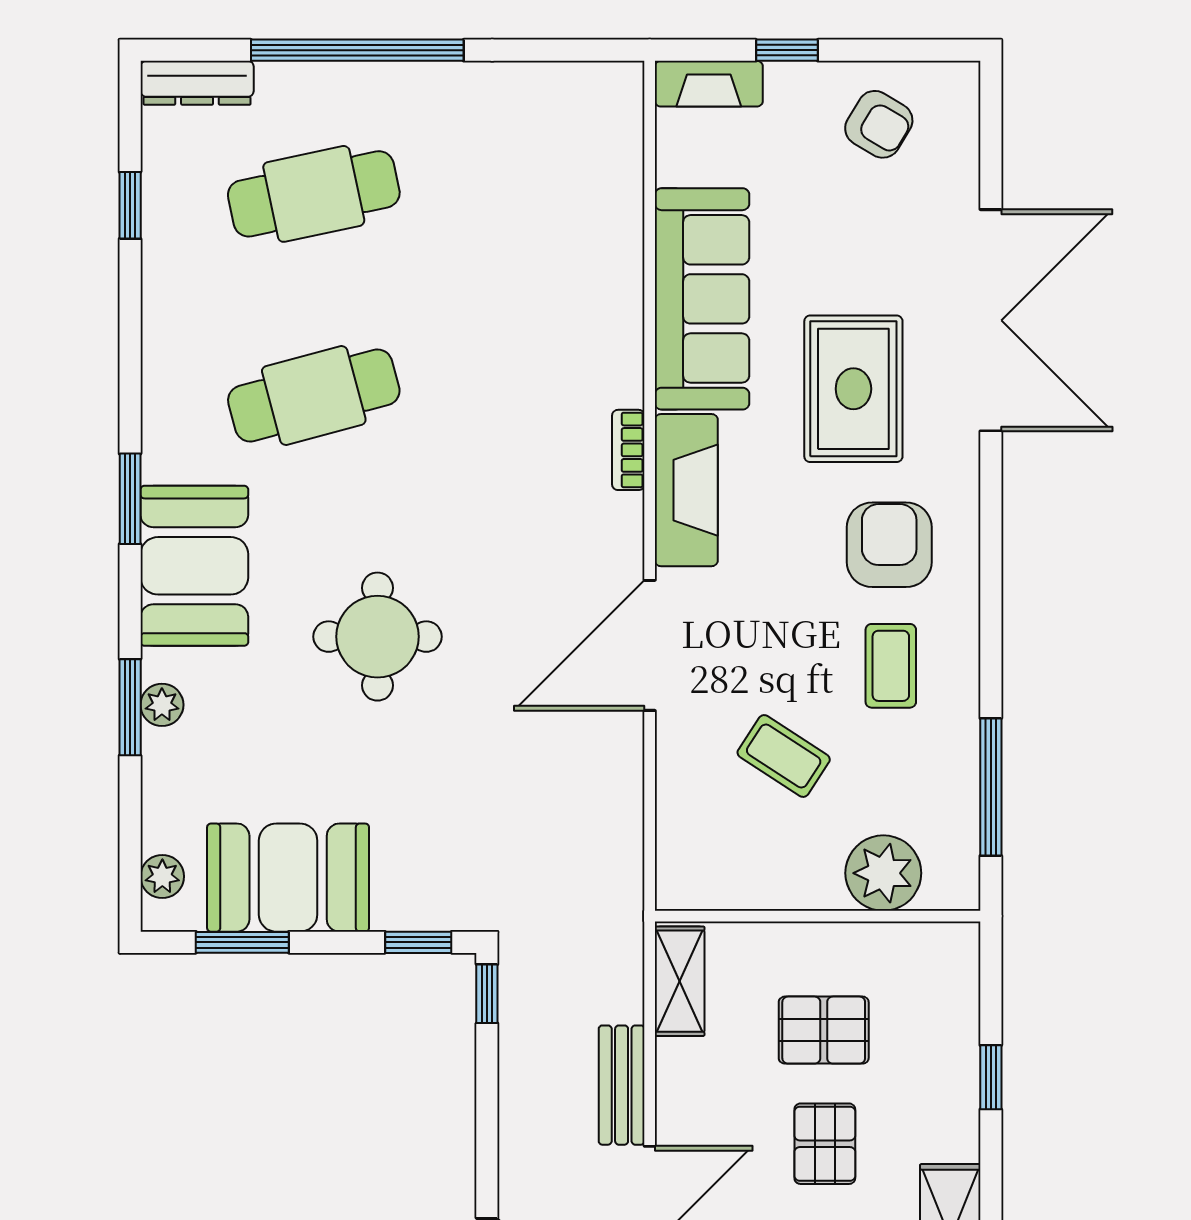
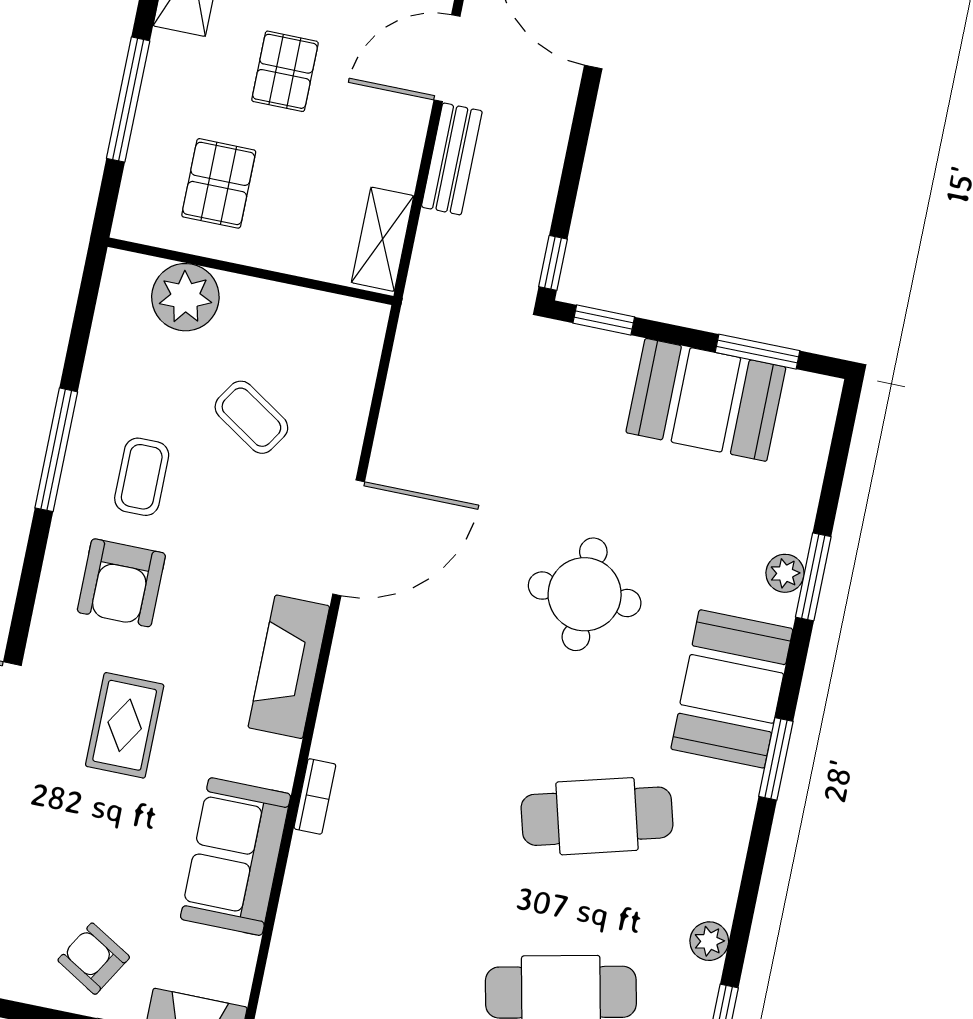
armchair: (879, 124) -> (94, 959), moved
sofa: (702, 299) -> (235, 857), width x0.73
rug: (853, 389) -> (125, 725), width x0.73, depth x0.70
bookcase: (628, 450) -> (315, 796), moved
window: (991, 787) -> (56, 450), moved
plant: (162, 876) -> (709, 941), moved
pallet: (824, 1030) -> (219, 183), moved, turned 90
window: (991, 1077) -> (128, 100), width x2.17

